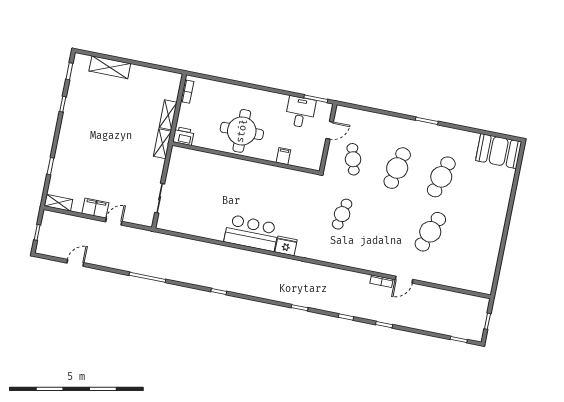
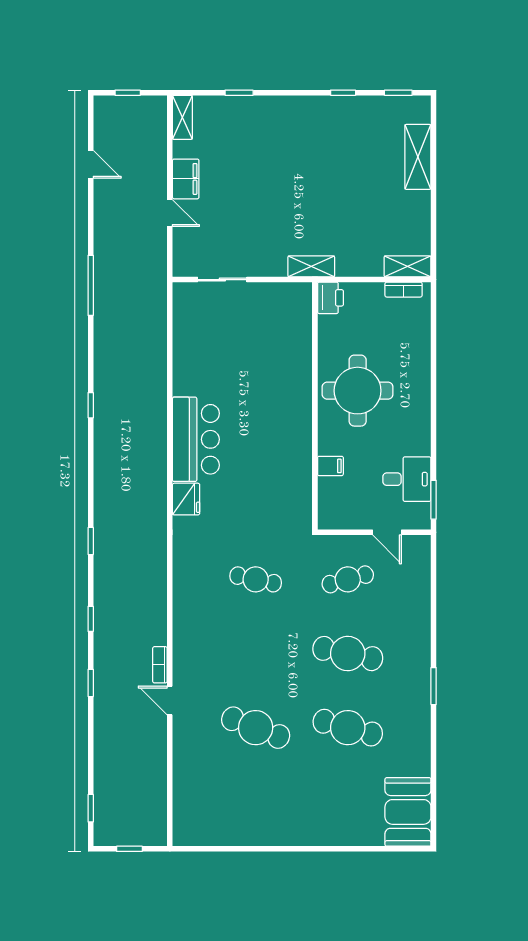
shelving: (168, 115) -> (407, 266), moved

